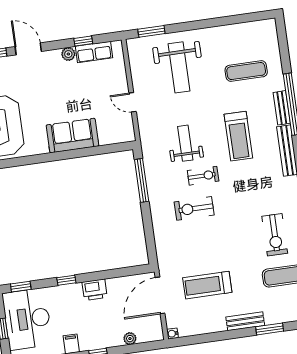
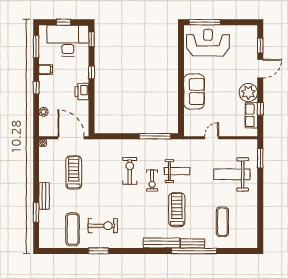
plant: (68, 54) -> (248, 93), width x1.88, depth x1.88
treadmill: (238, 136) -> (177, 210), turned 90
exercise bike: (275, 235) -> (103, 226), turned 180

